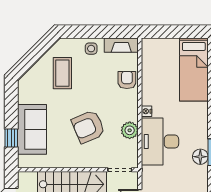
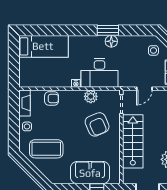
coffee table: (62, 73) -> (46, 149), width x1.36, depth x1.32
armchair: (127, 80) -> (52, 98), turned 180
armchair: (88, 127) -> (97, 124), moved

